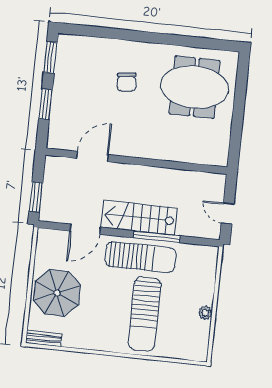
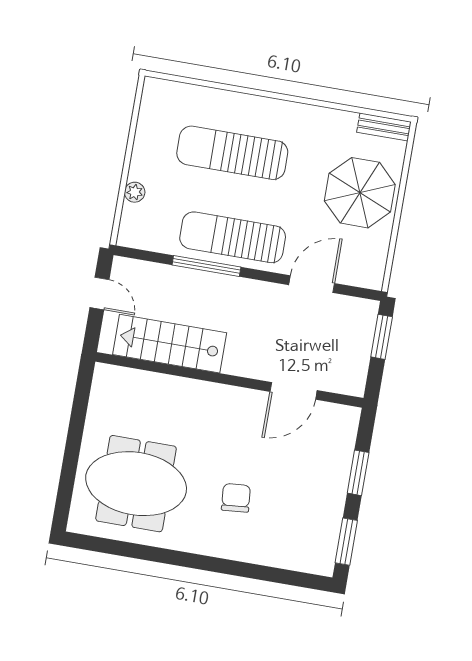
stairs: (139, 218) -> (170, 344), moved, turned 180
plant: (205, 313) -> (135, 192), moved
sun lounger: (145, 314) -> (232, 153), turned -90

